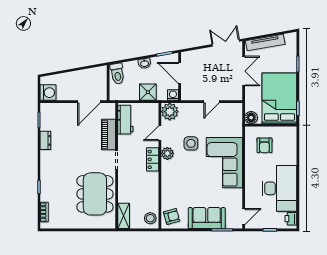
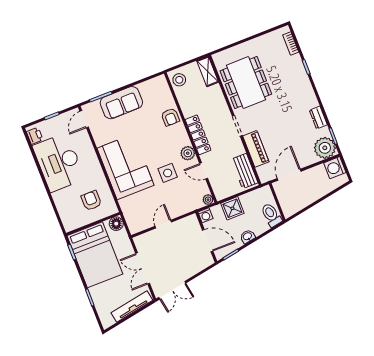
plant: (170, 112) -> (208, 200), width x0.53, depth x0.53
plant: (50, 113) -> (325, 148), added
door: (160, 133) -> (204, 171), swing flipped
locker: (153, 159) -> (198, 135), width x1.53
armchair: (172, 216) -> (170, 117), moved, turned -75

